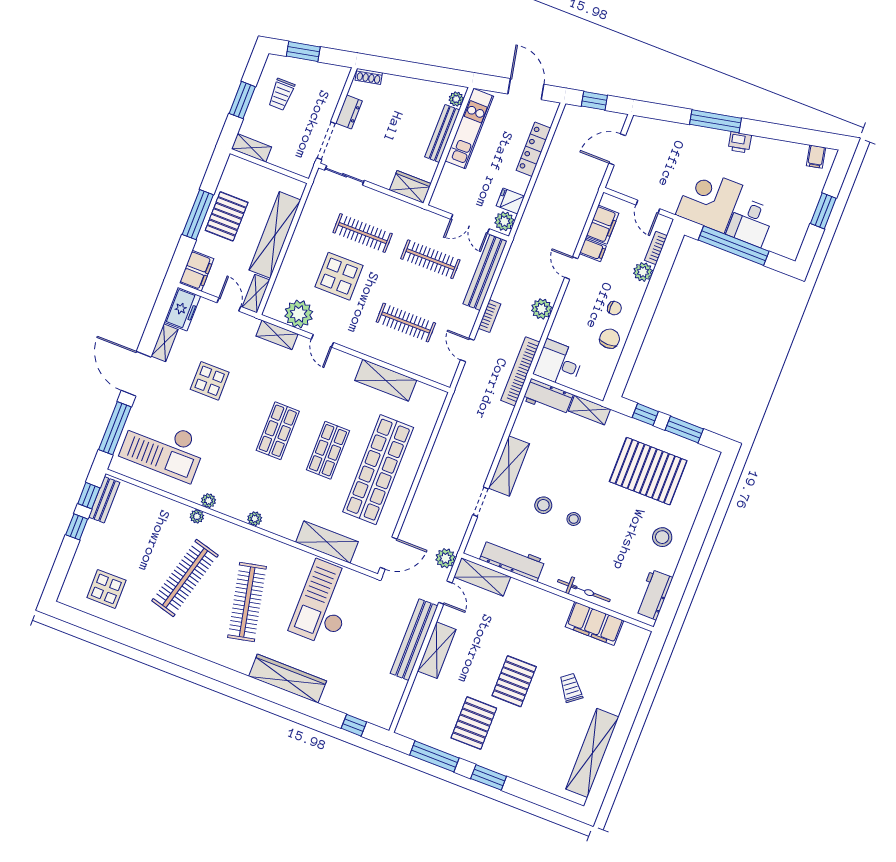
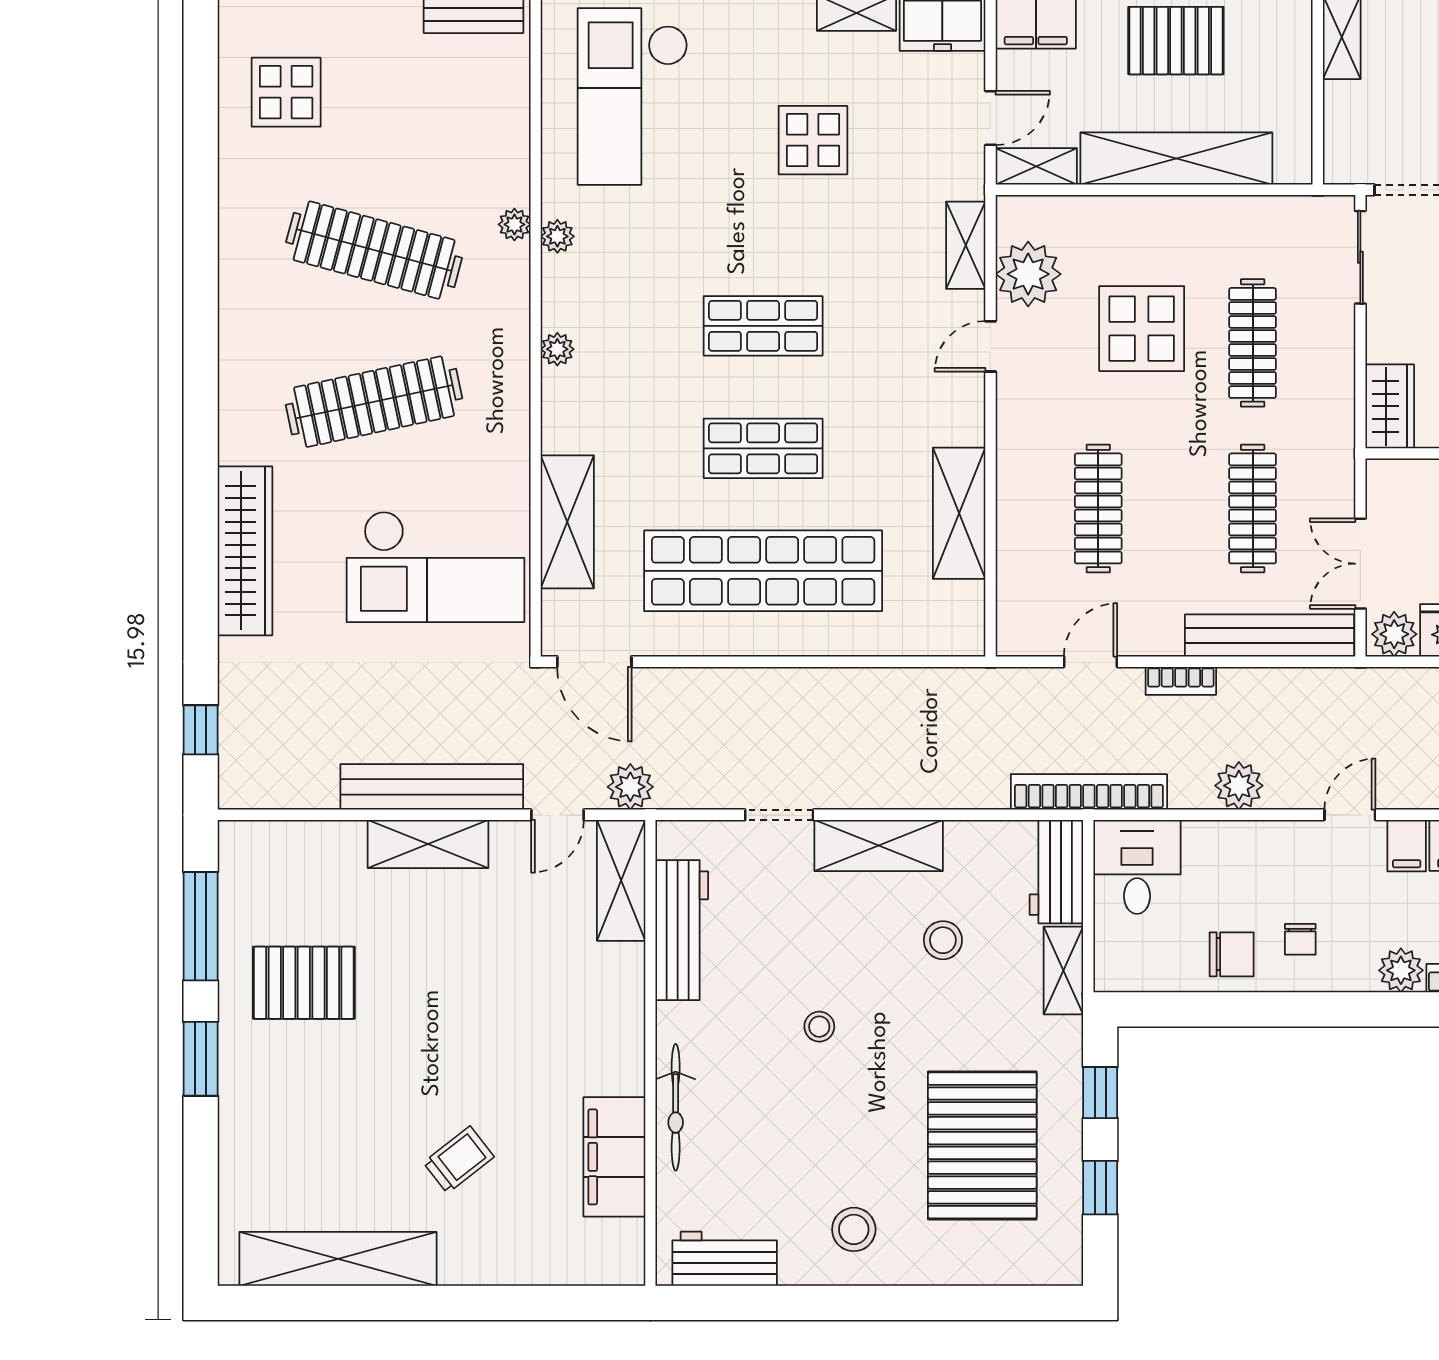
window: (684, 430) -> (1100, 1188), width x0.67
stool: (543, 505) -> (943, 940), moved
checkout: (324, 603) -> (435, 567), turned 180
pallet: (514, 681) -> (426, 1034), removed

